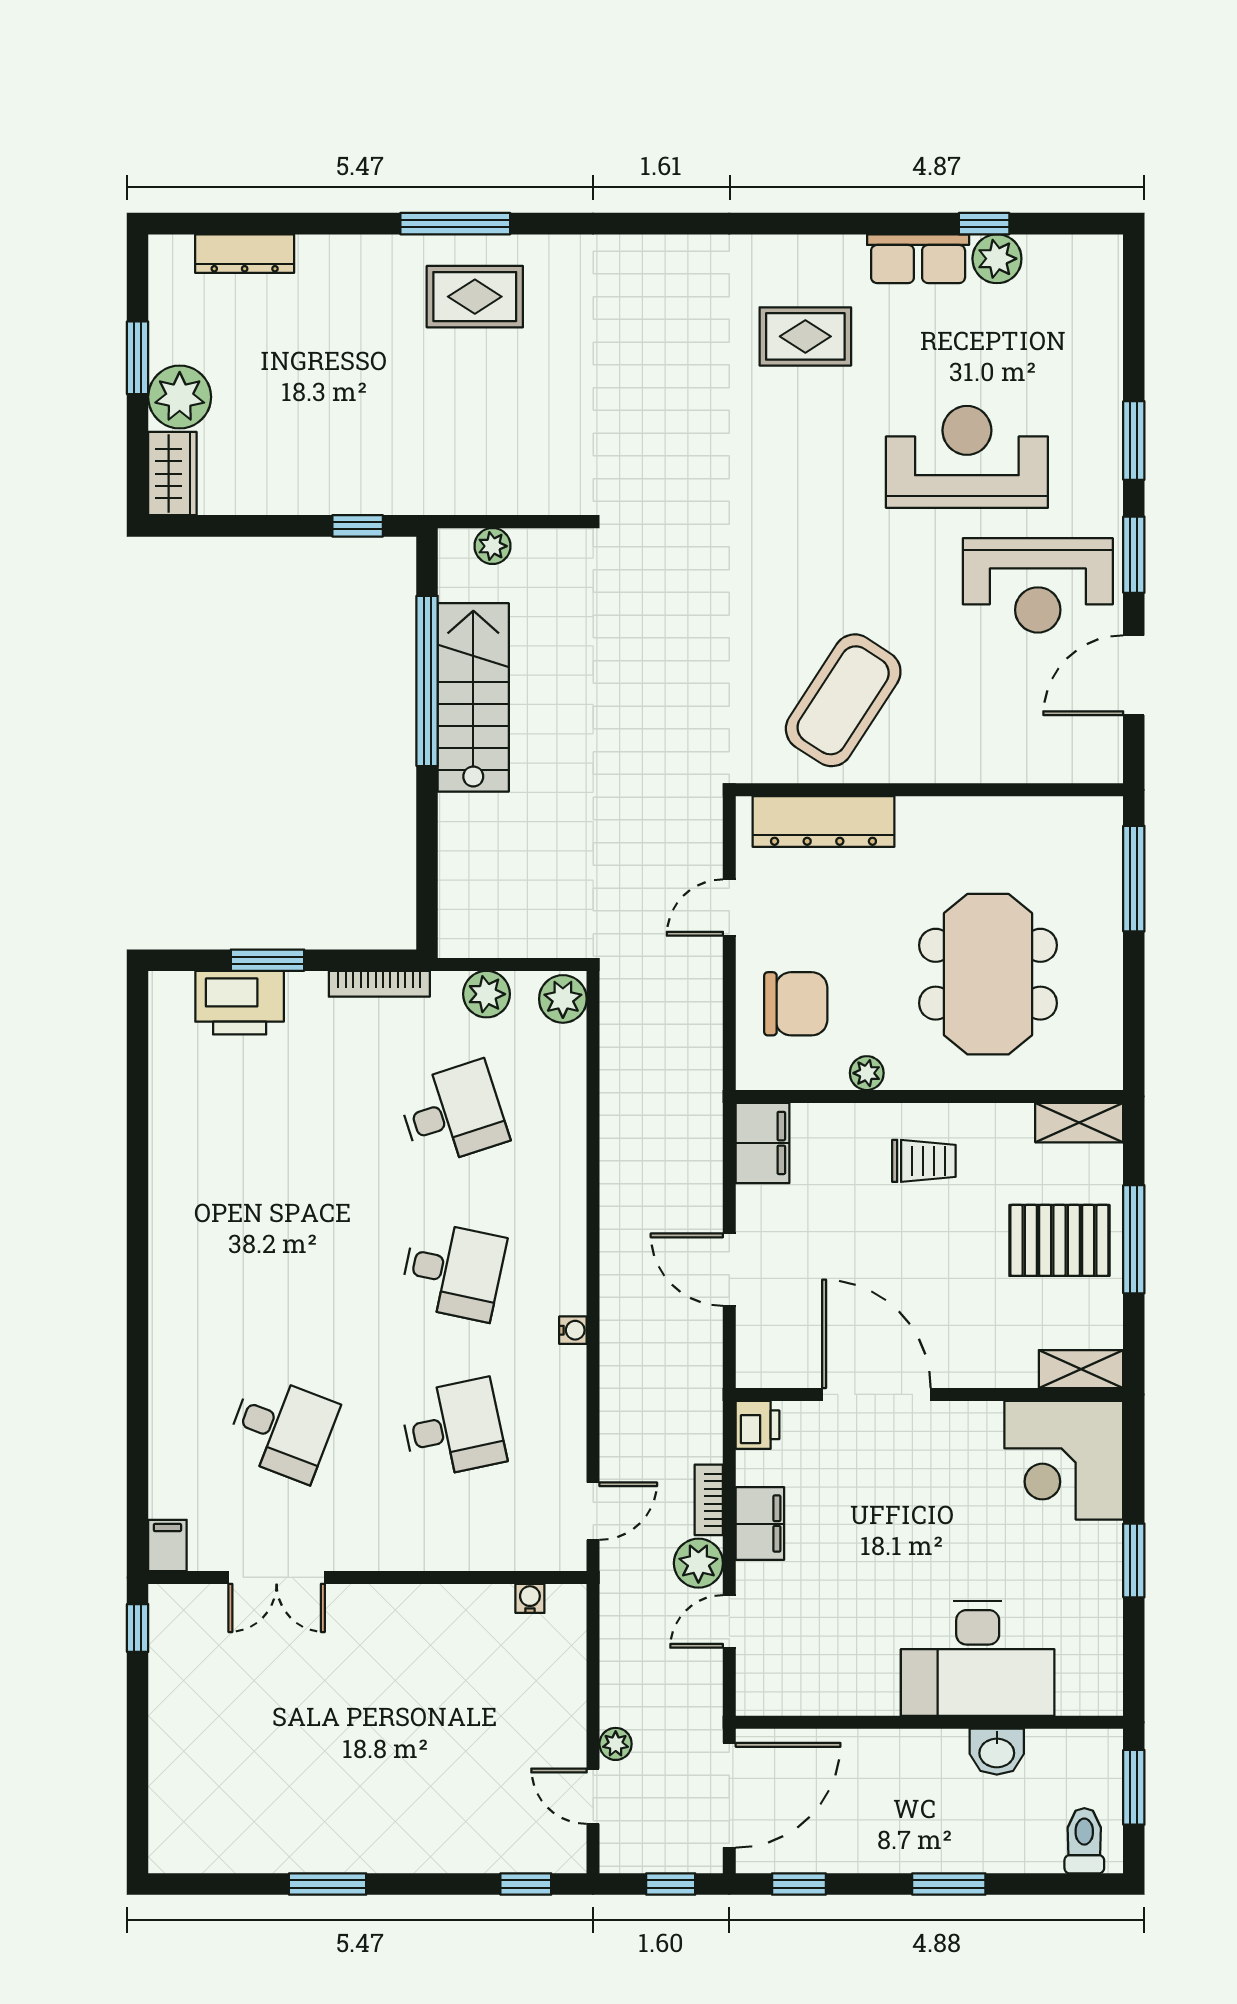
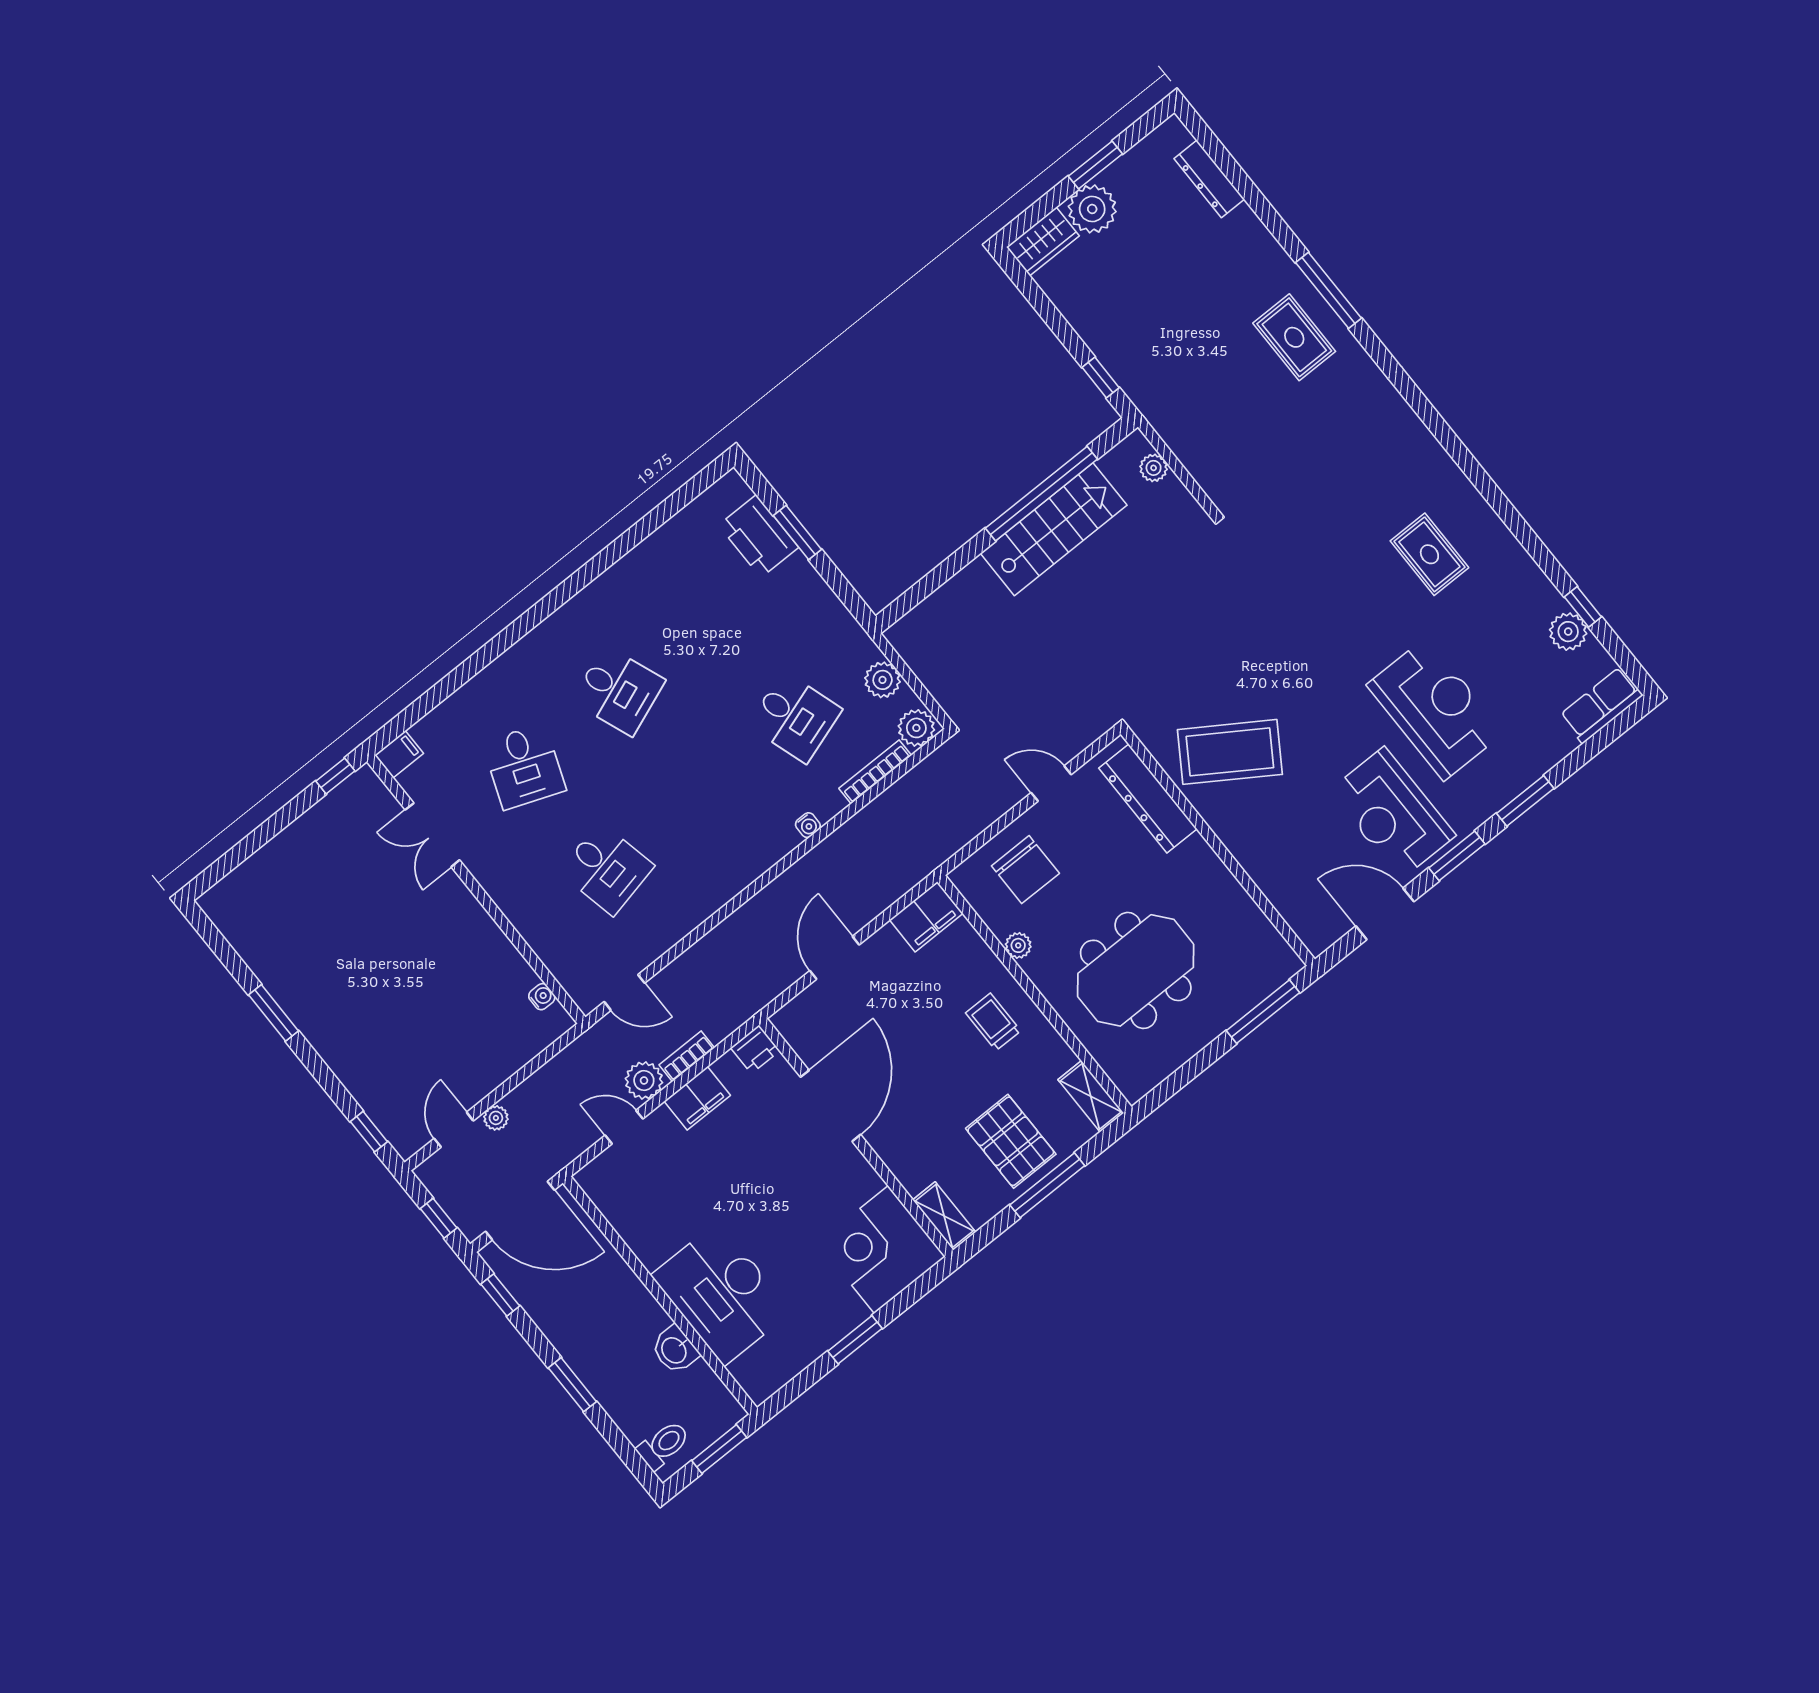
row of seats: (918, 259) -> (1601, 705), moved, turned 90
bookcase: (379, 984) -> (875, 772), moved, turned 90
trolley: (924, 1161) -> (993, 1022), turned 180
desk: (453, 1271) -> (618, 691), moved, turned -33
water cooler: (573, 1330) -> (808, 825), moved

